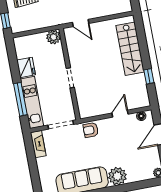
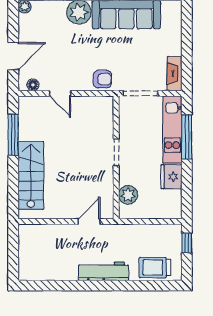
door: (81, 23) -> (89, 222), hinge flipped
plant: (54, 37) -> (128, 195), moved
window: (149, 76) -> (13, 135), width x2.17
door: (120, 114) -> (60, 93), hinge flipped

